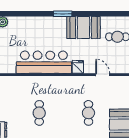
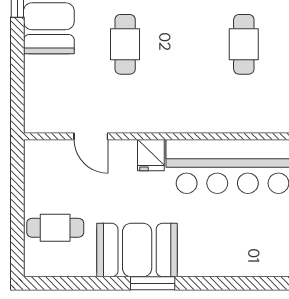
window: (63, 14) -> (153, 283), moved

